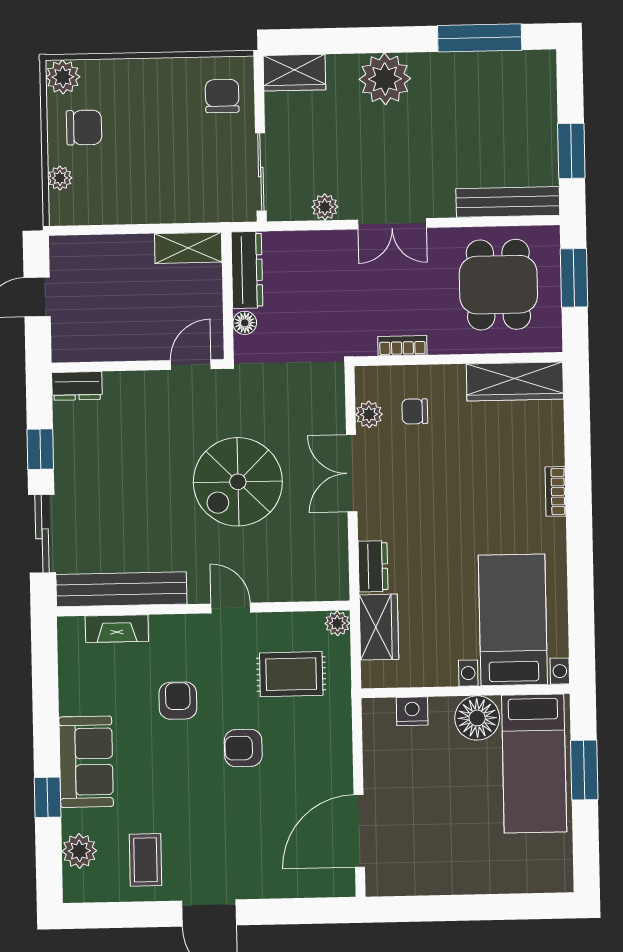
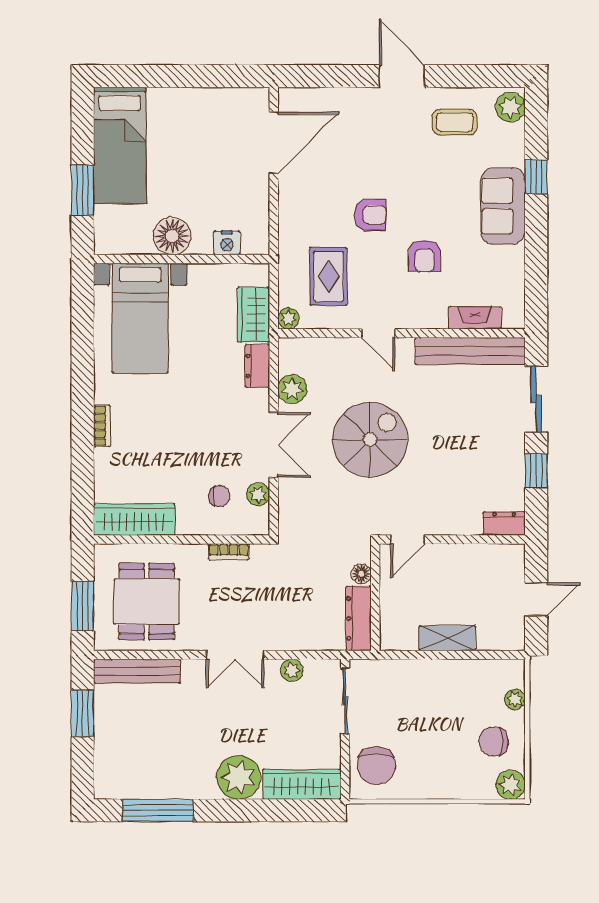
wardrobe: (294, 73) -> (302, 784), width x1.50
chair: (222, 96) -> (376, 766), width x1.37, depth x1.37
double door: (392, 224) -> (235, 655), swing flipped
shelving: (188, 248) -> (447, 638), moved
plant: (331, 540) -> (292, 389), added
rug: (291, 674) -> (328, 276), turned 90
bed: (534, 764) -> (120, 145), moved, turned 180
plant: (79, 851) -> (510, 107), moved
coffee table: (145, 860) -> (455, 122), turned 90

